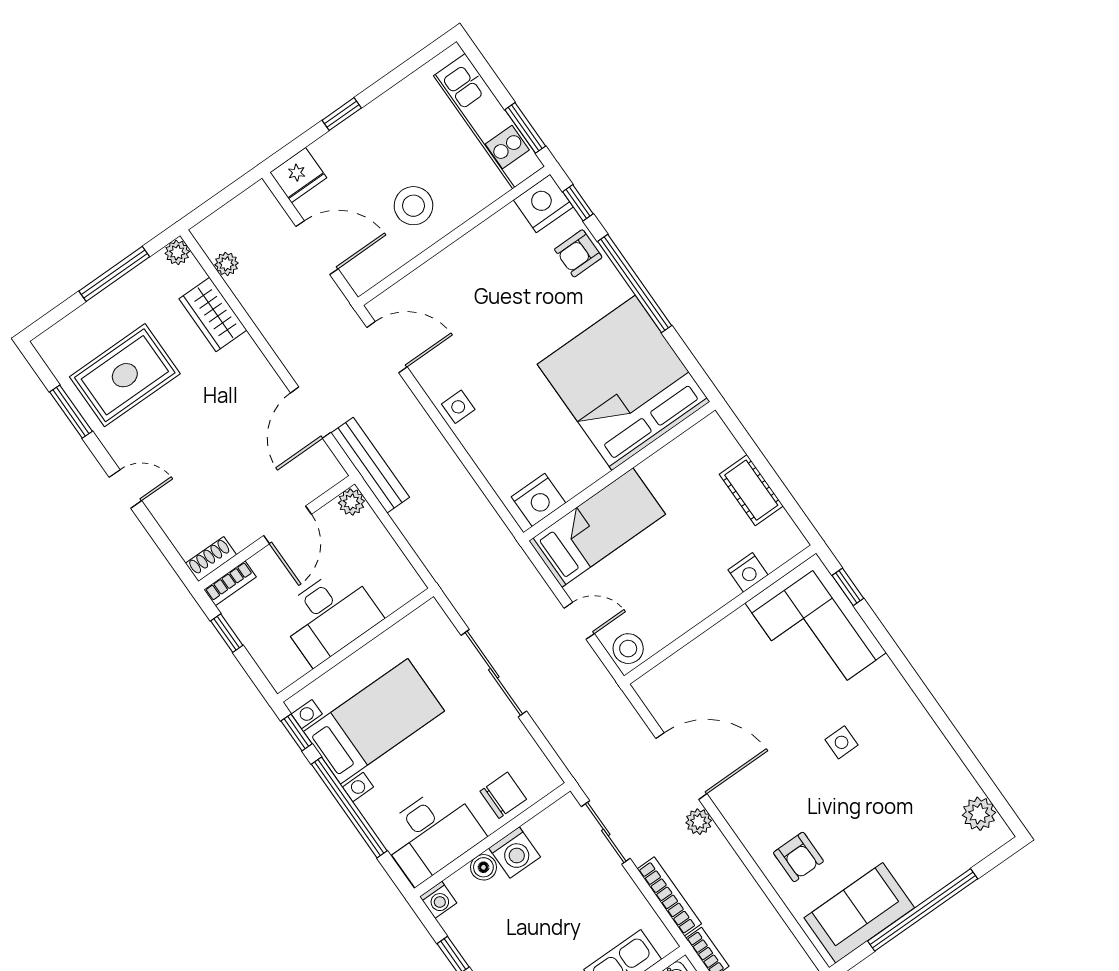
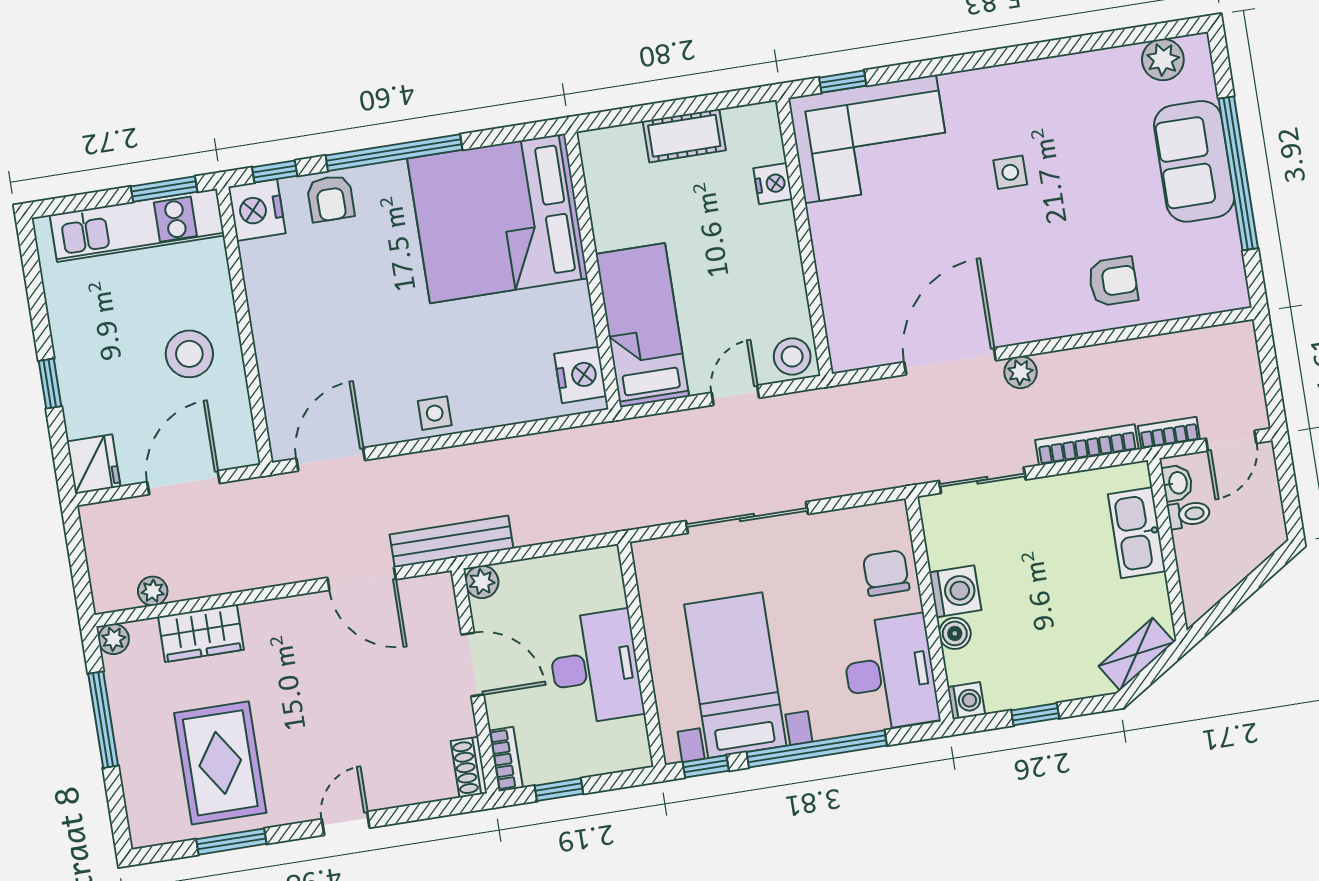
sofa: (859, 913) -> (1194, 161), moved

